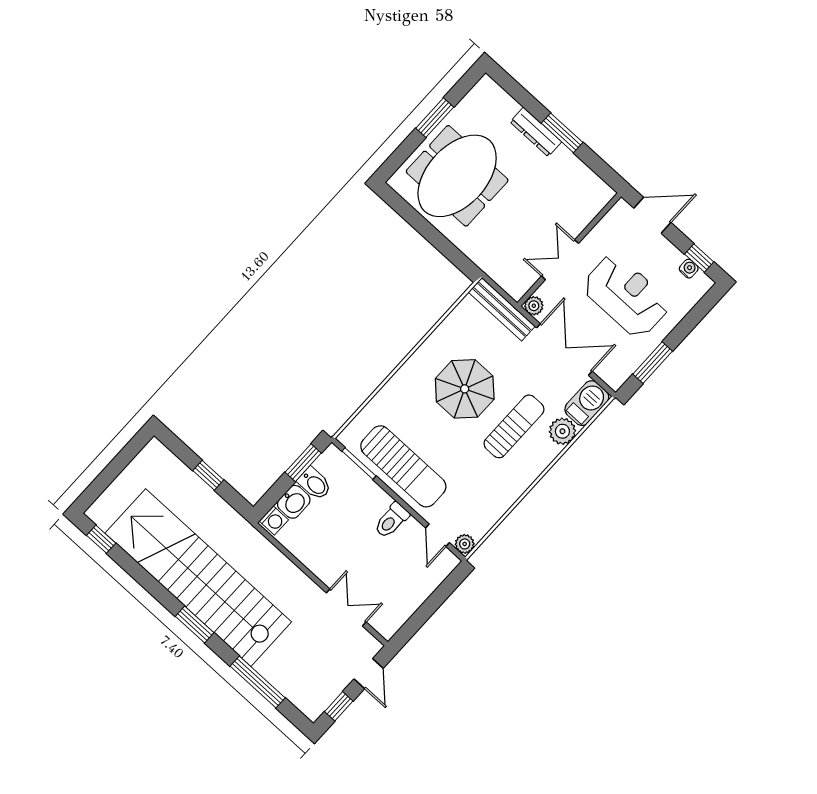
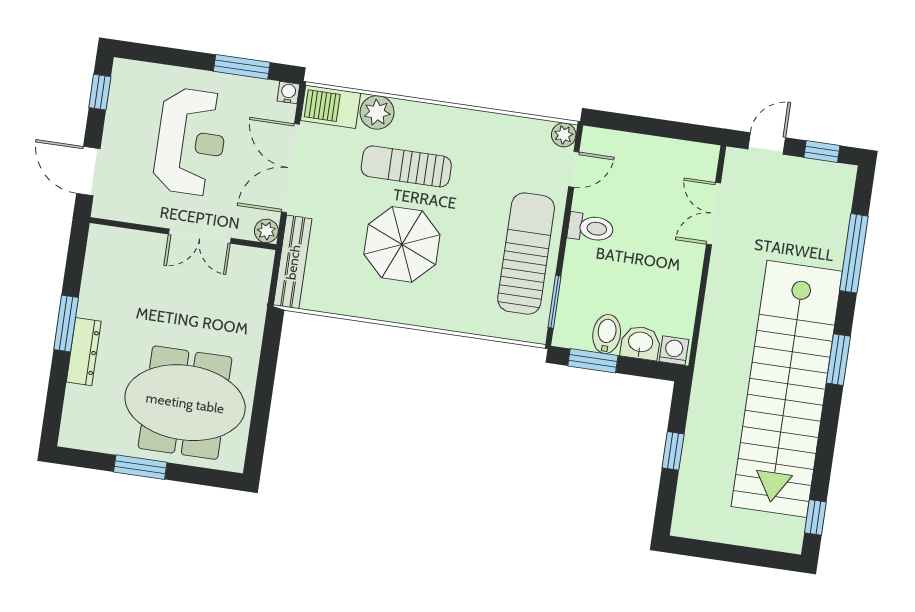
water cooler: (689, 269) -> (288, 93), moved, turned 90
reception desk: (626, 296) -> (191, 142), turned 180

